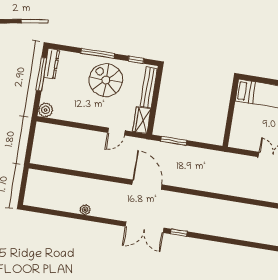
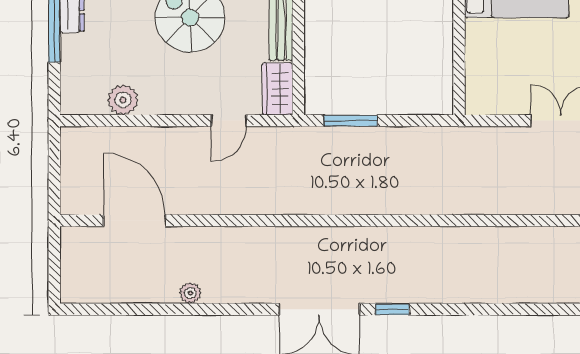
plant: (46, 110) -> (123, 100), moved
door: (147, 185) -> (134, 221), moved

